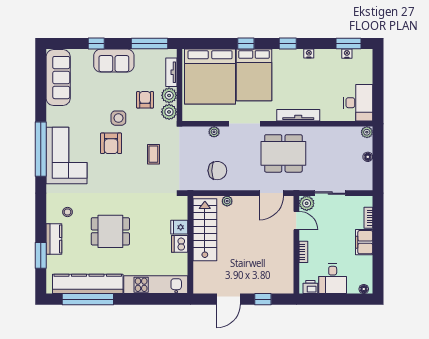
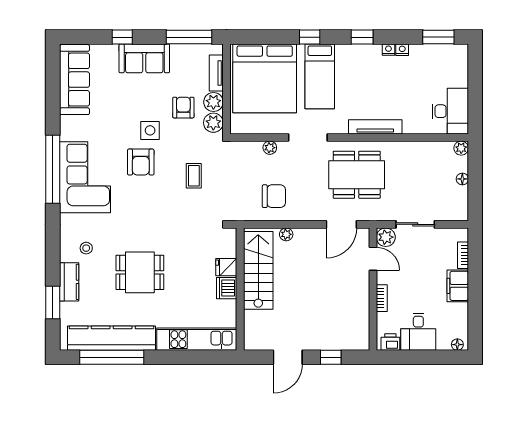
nightstand: (347, 54) -> (402, 50), moved
bed: (254, 75) -> (320, 76), width x0.67

